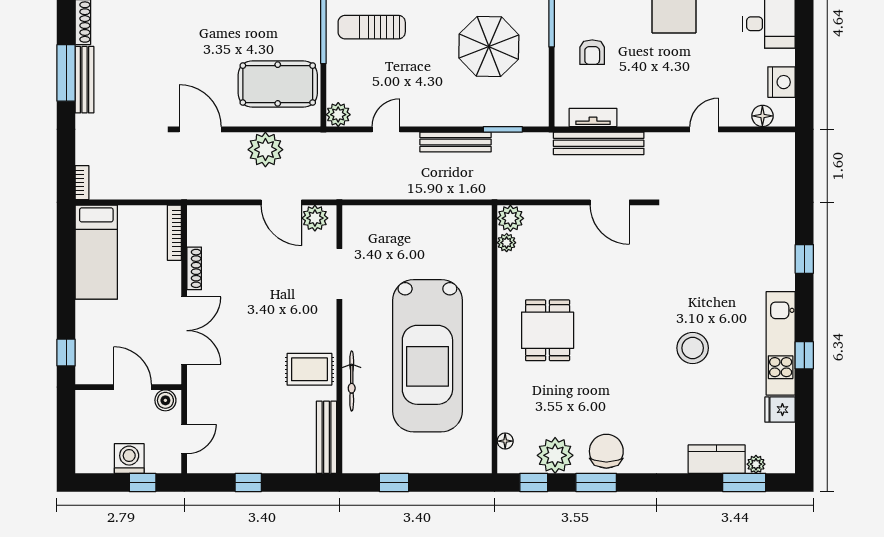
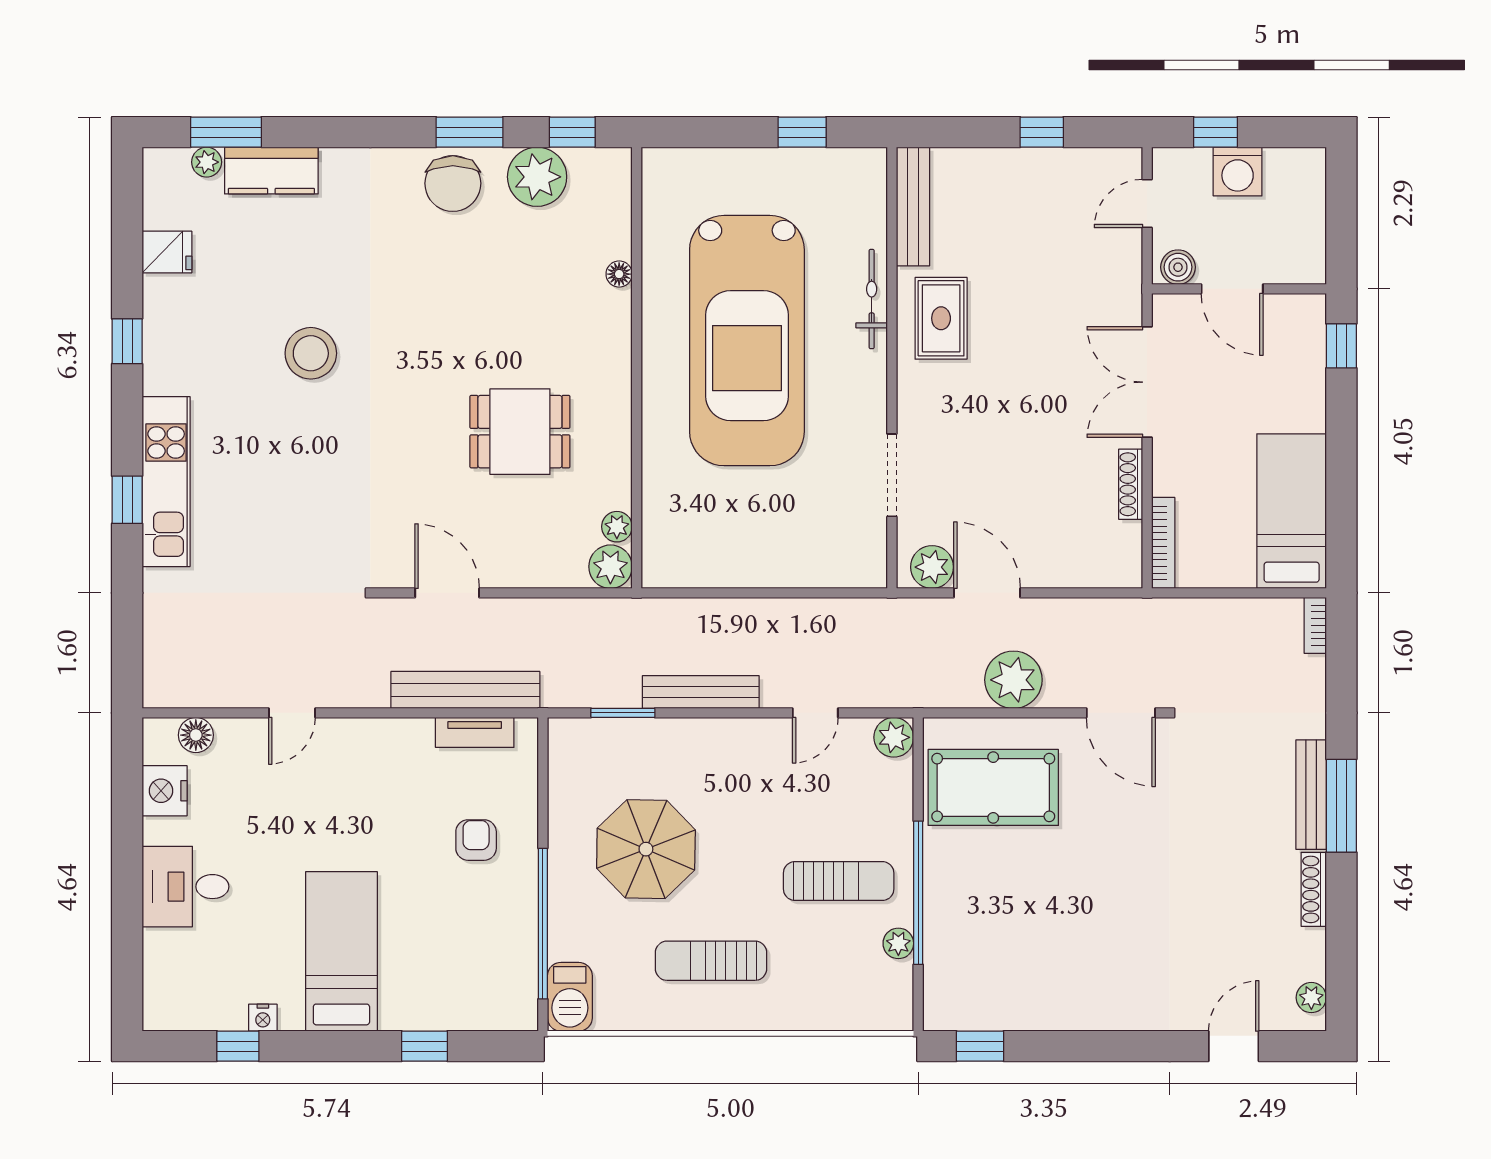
dining table: (548, 330) -> (520, 432), moved, turned 90
kitchen unit: (781, 343) -> (166, 482), moved
car: (427, 356) -> (747, 341), turned 180
rug: (309, 369) -> (941, 318), turned 90
floor lamp: (505, 441) -> (619, 274), moved

